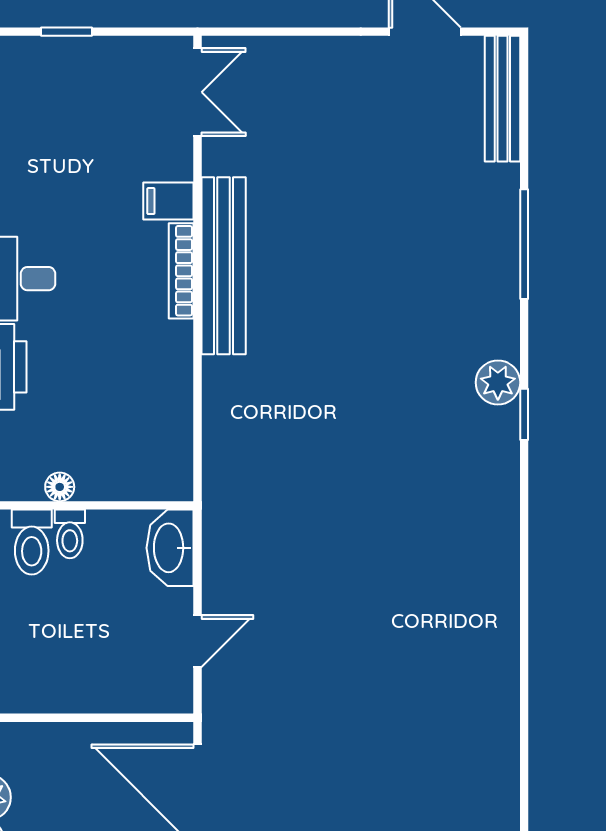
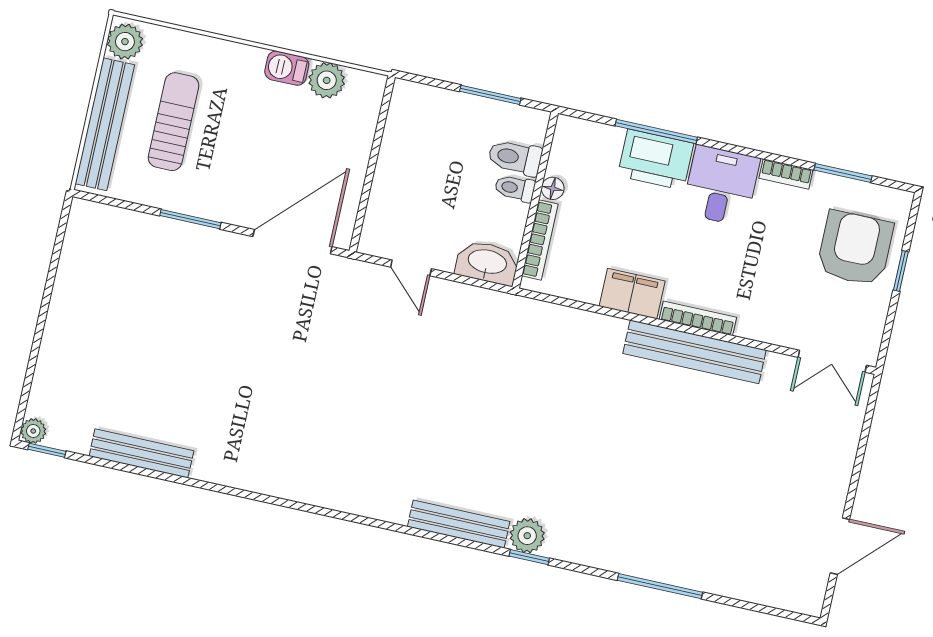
armchair: (51, 95) -> (855, 248), added
bench: (502, 99) -> (459, 524), moved
filing cabinet: (168, 201) -> (632, 294), moved, width x2.00
plant: (498, 382) -> (527, 536), moved
bookcase: (127, 489) -> (540, 240), added

